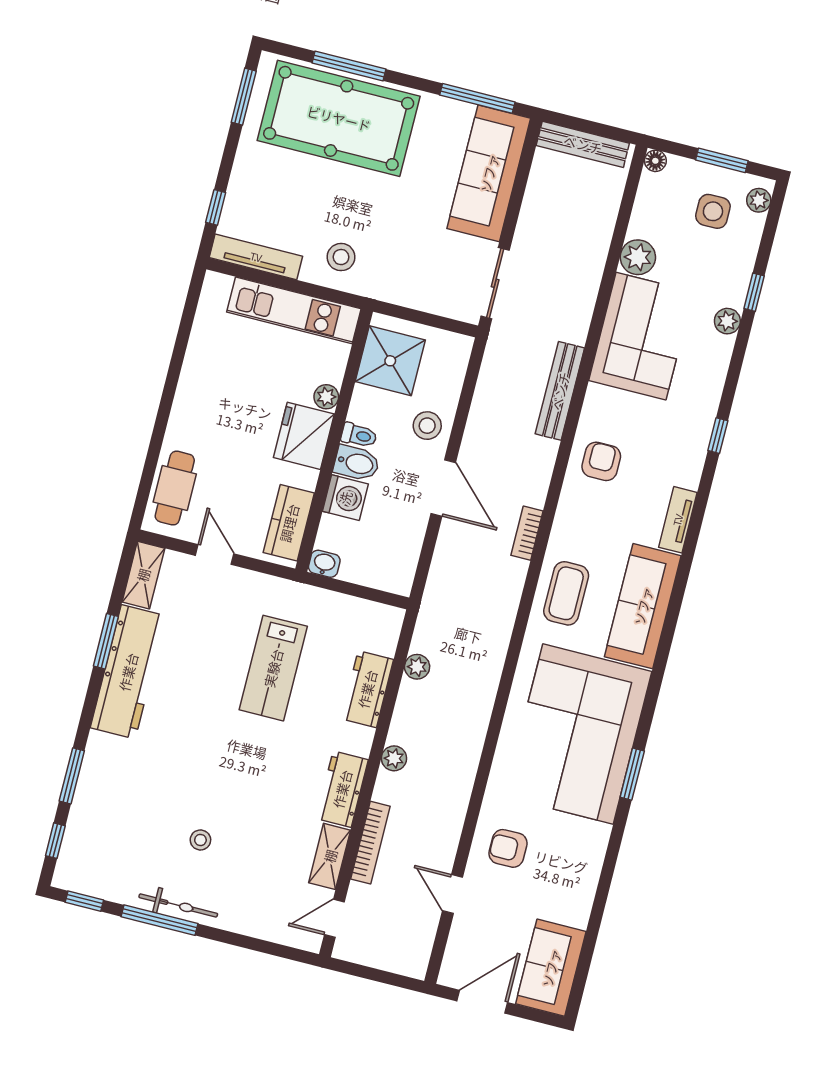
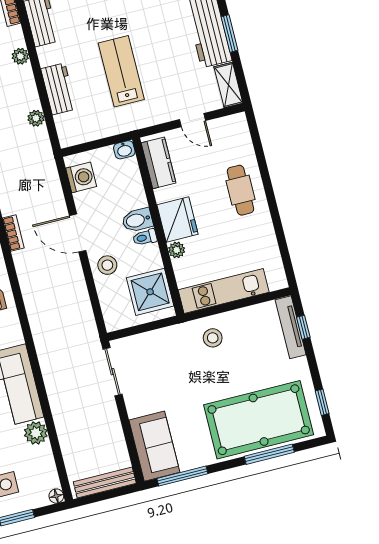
window: (244, 97) -> (322, 402), width x0.67
sofa: (489, 173) -> (154, 446), width x0.73
tv unit: (256, 257) -> (291, 327), moved, turned 90
bench: (560, 391) -> (39, 328), removed
cafe table: (175, 488) -> (240, 190), moved
washing machine: (345, 498) -> (81, 177), moved, turned 180

